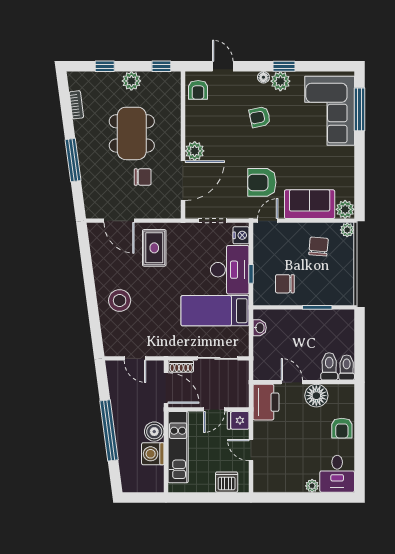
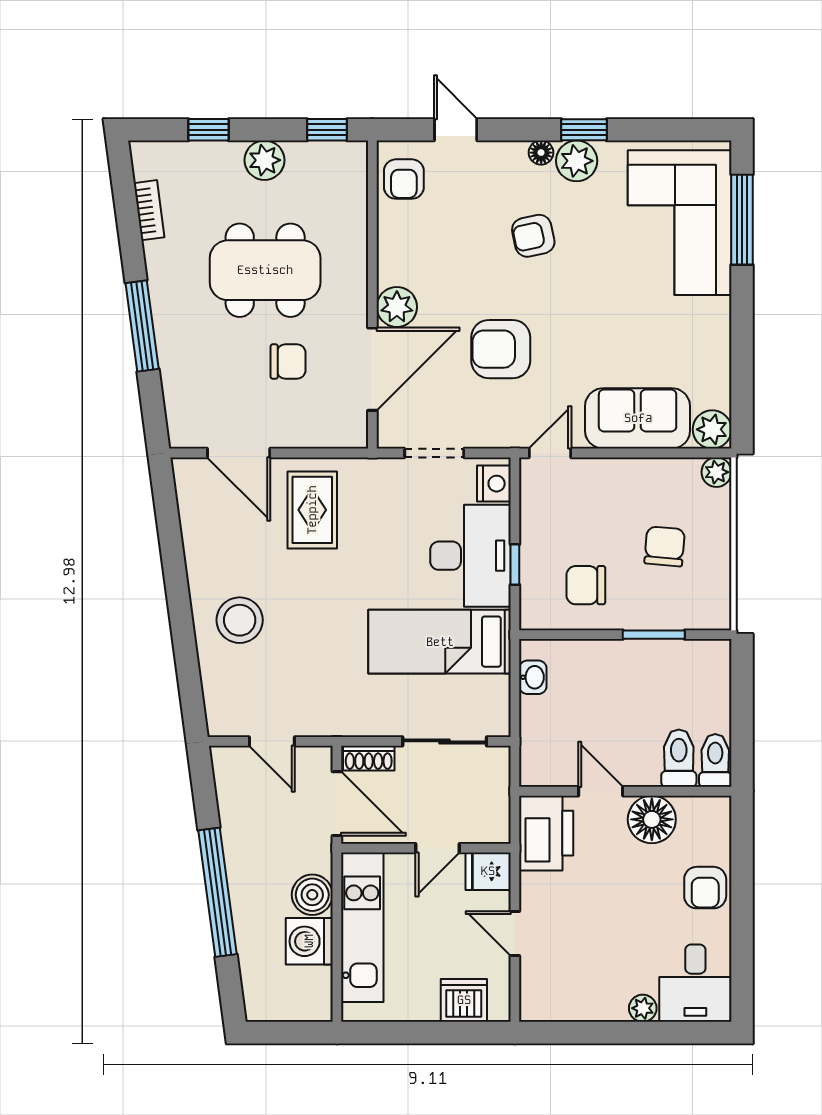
dining table: (132, 133) -> (265, 270), turned 90
armchair: (262, 182) -> (501, 349), moved
chair: (318, 247) -> (665, 546), moved

